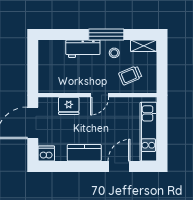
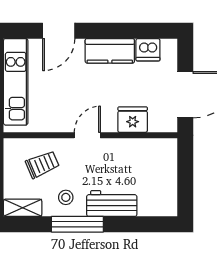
dishwasher: (46, 154) -> (148, 50), moved

